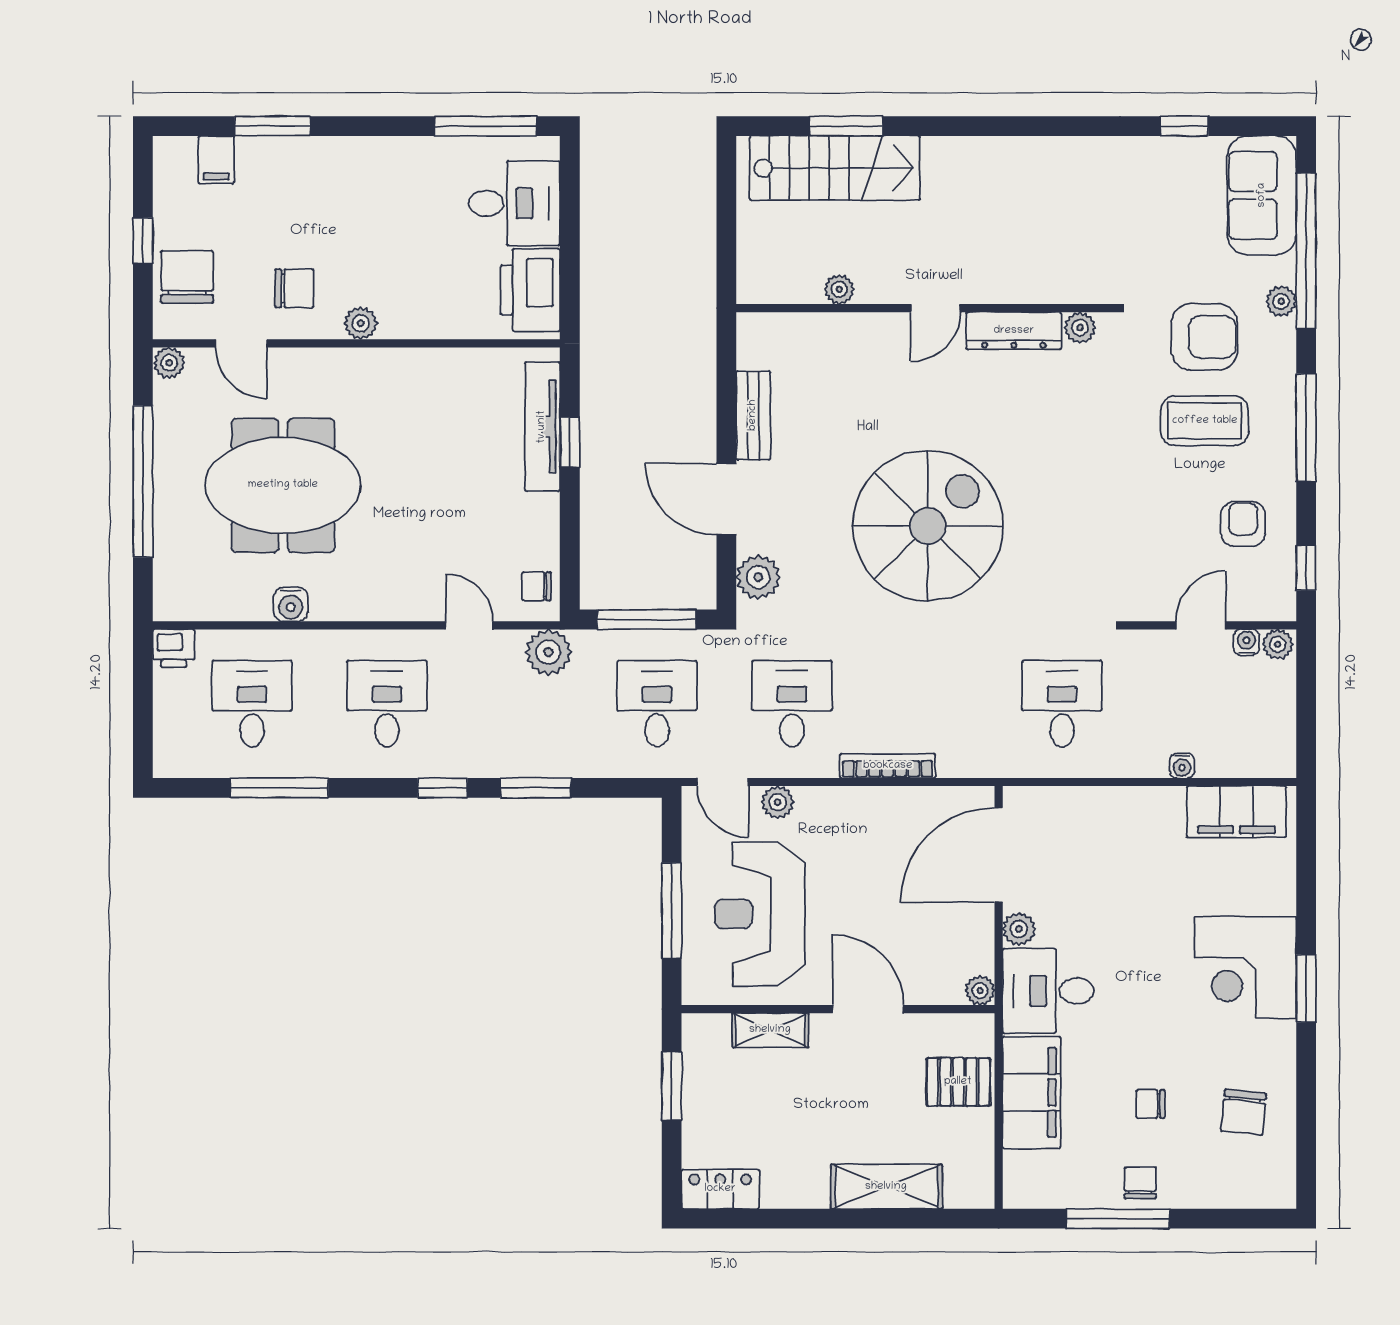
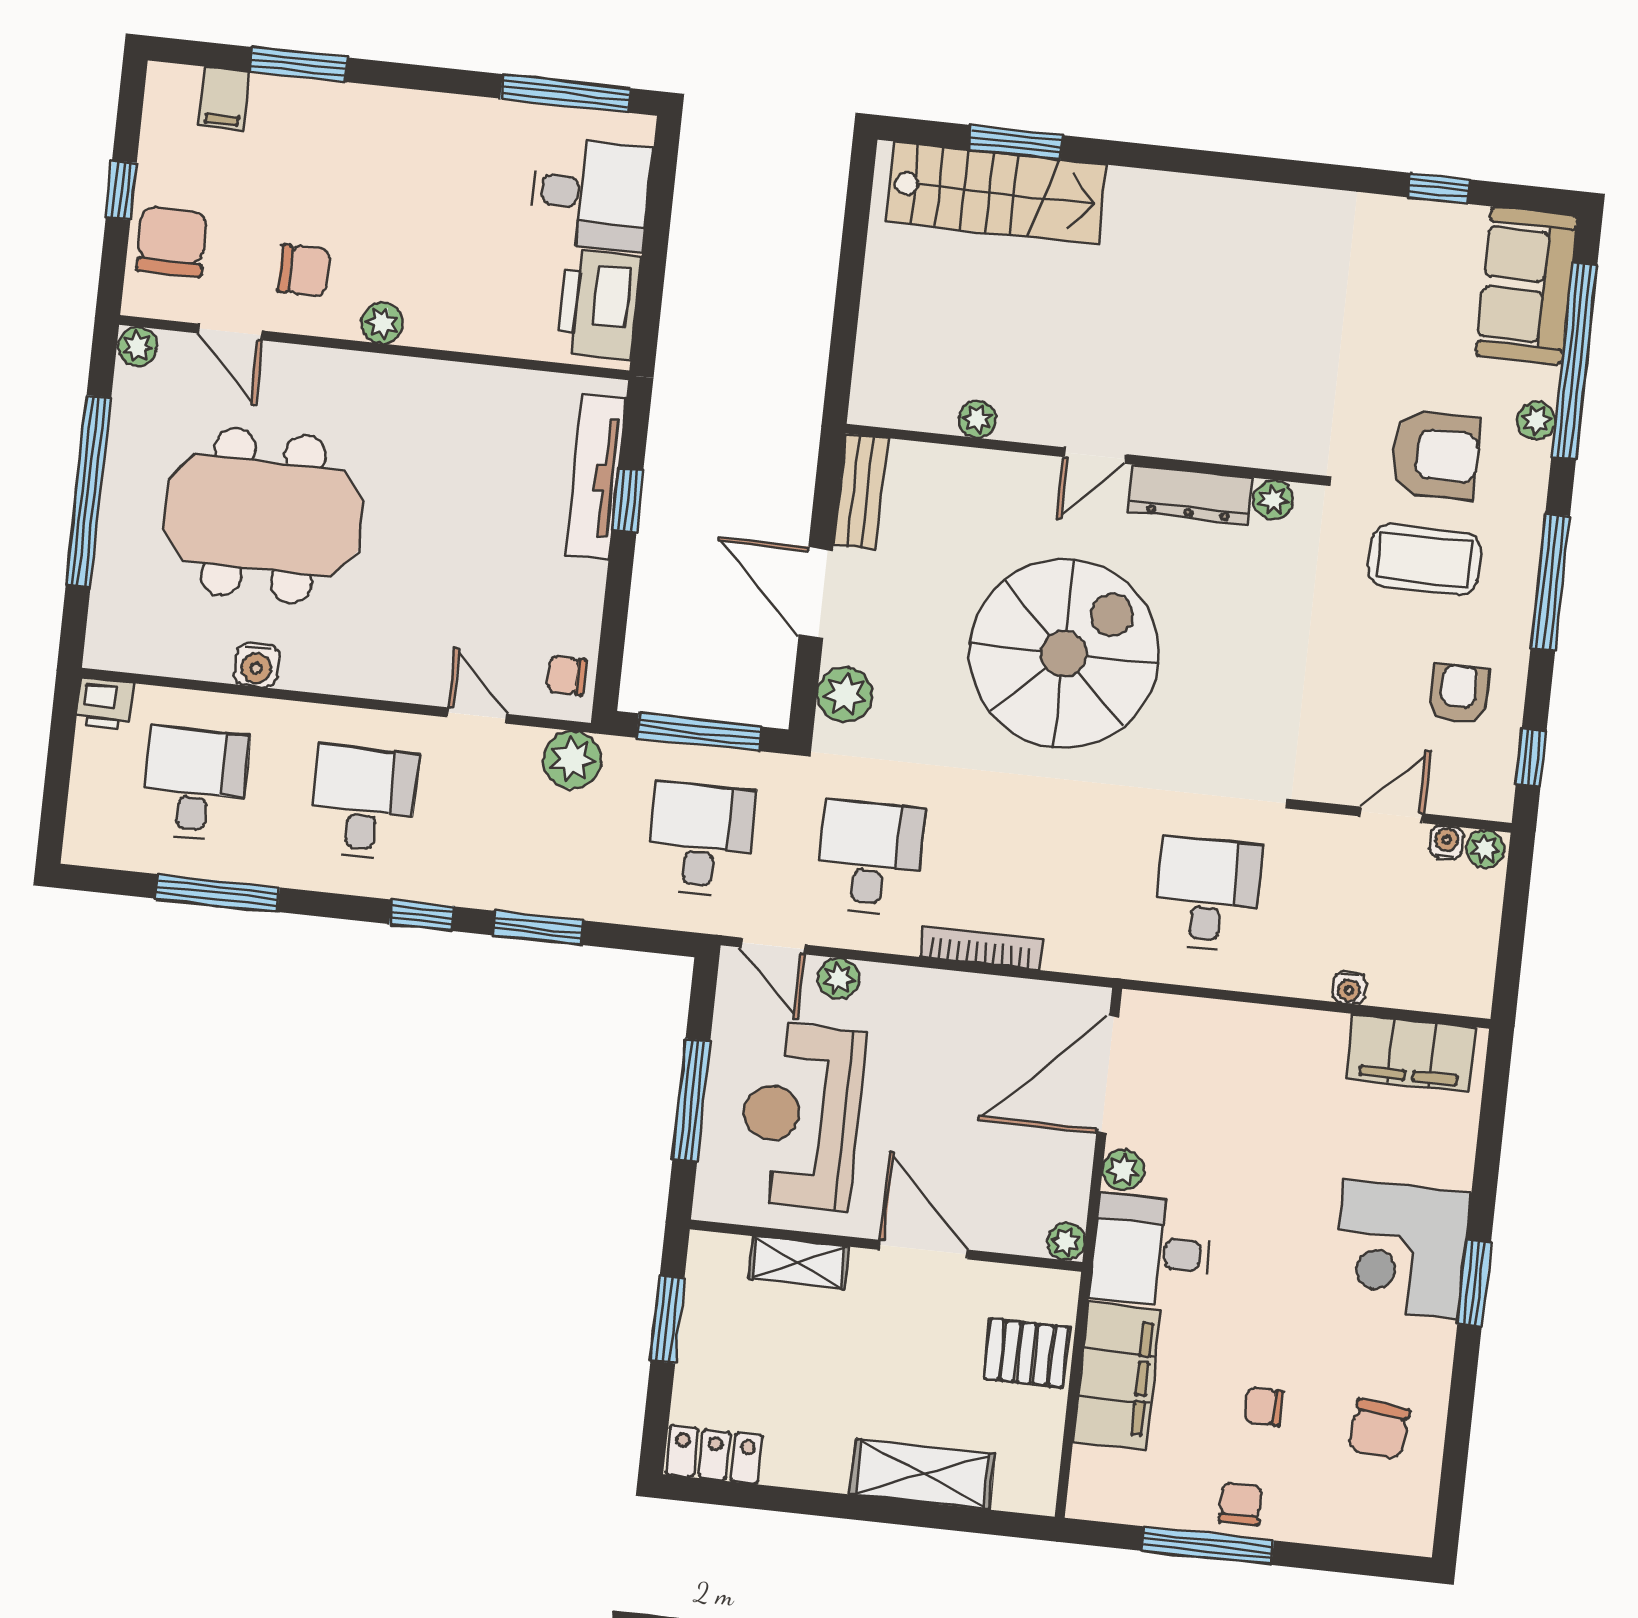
plant: (839, 289) -> (977, 419), moved
wall: (926, 308) -> (1083, 454), moved
door: (935, 308) -> (1095, 456), moved
plant: (1080, 328) -> (1273, 500), moved
dresser: (1014, 331) -> (1190, 495), moved

